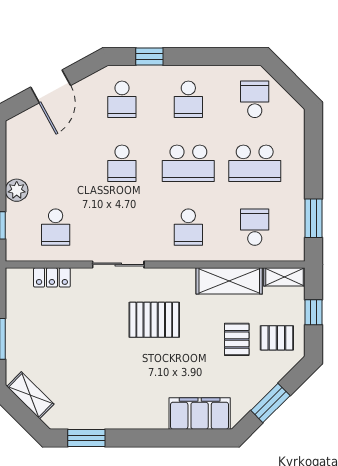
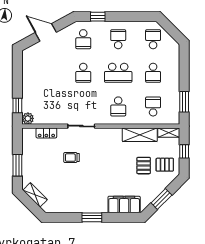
door: (51, 86) -> (46, 32), swing flipped
school desk: (188, 99) -> (118, 39), turned 180
school desk: (255, 163) -> (153, 73), width x0.54
plant: (17, 190) -> (28, 118), moved
school desk: (56, 227) -> (48, 106), removed
pallet: (154, 320) -> (100, 155), removed
trolley: (99, 324) -> (71, 158), added
window: (86, 438) -> (92, 217), moved

